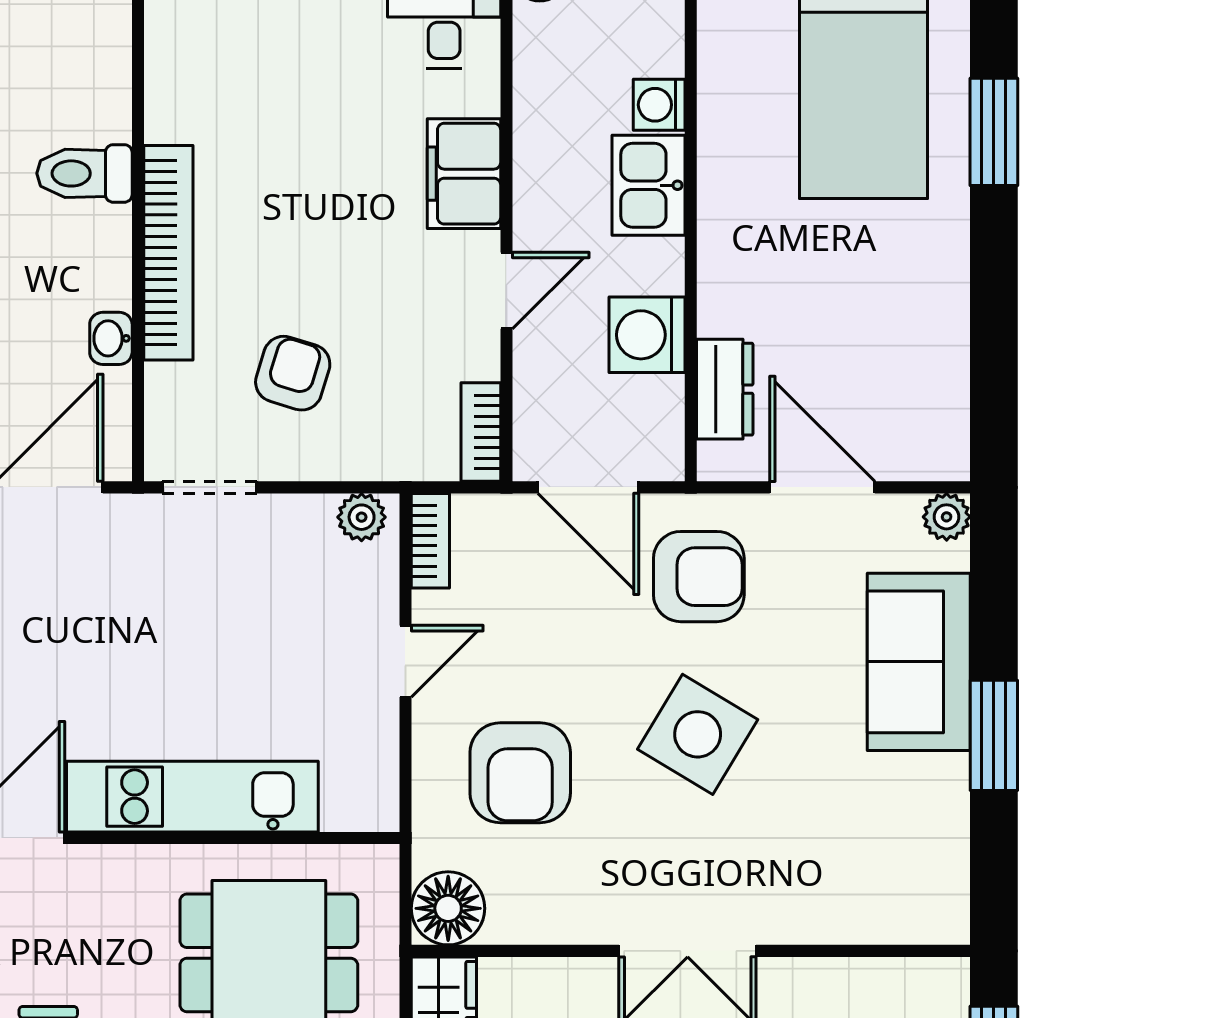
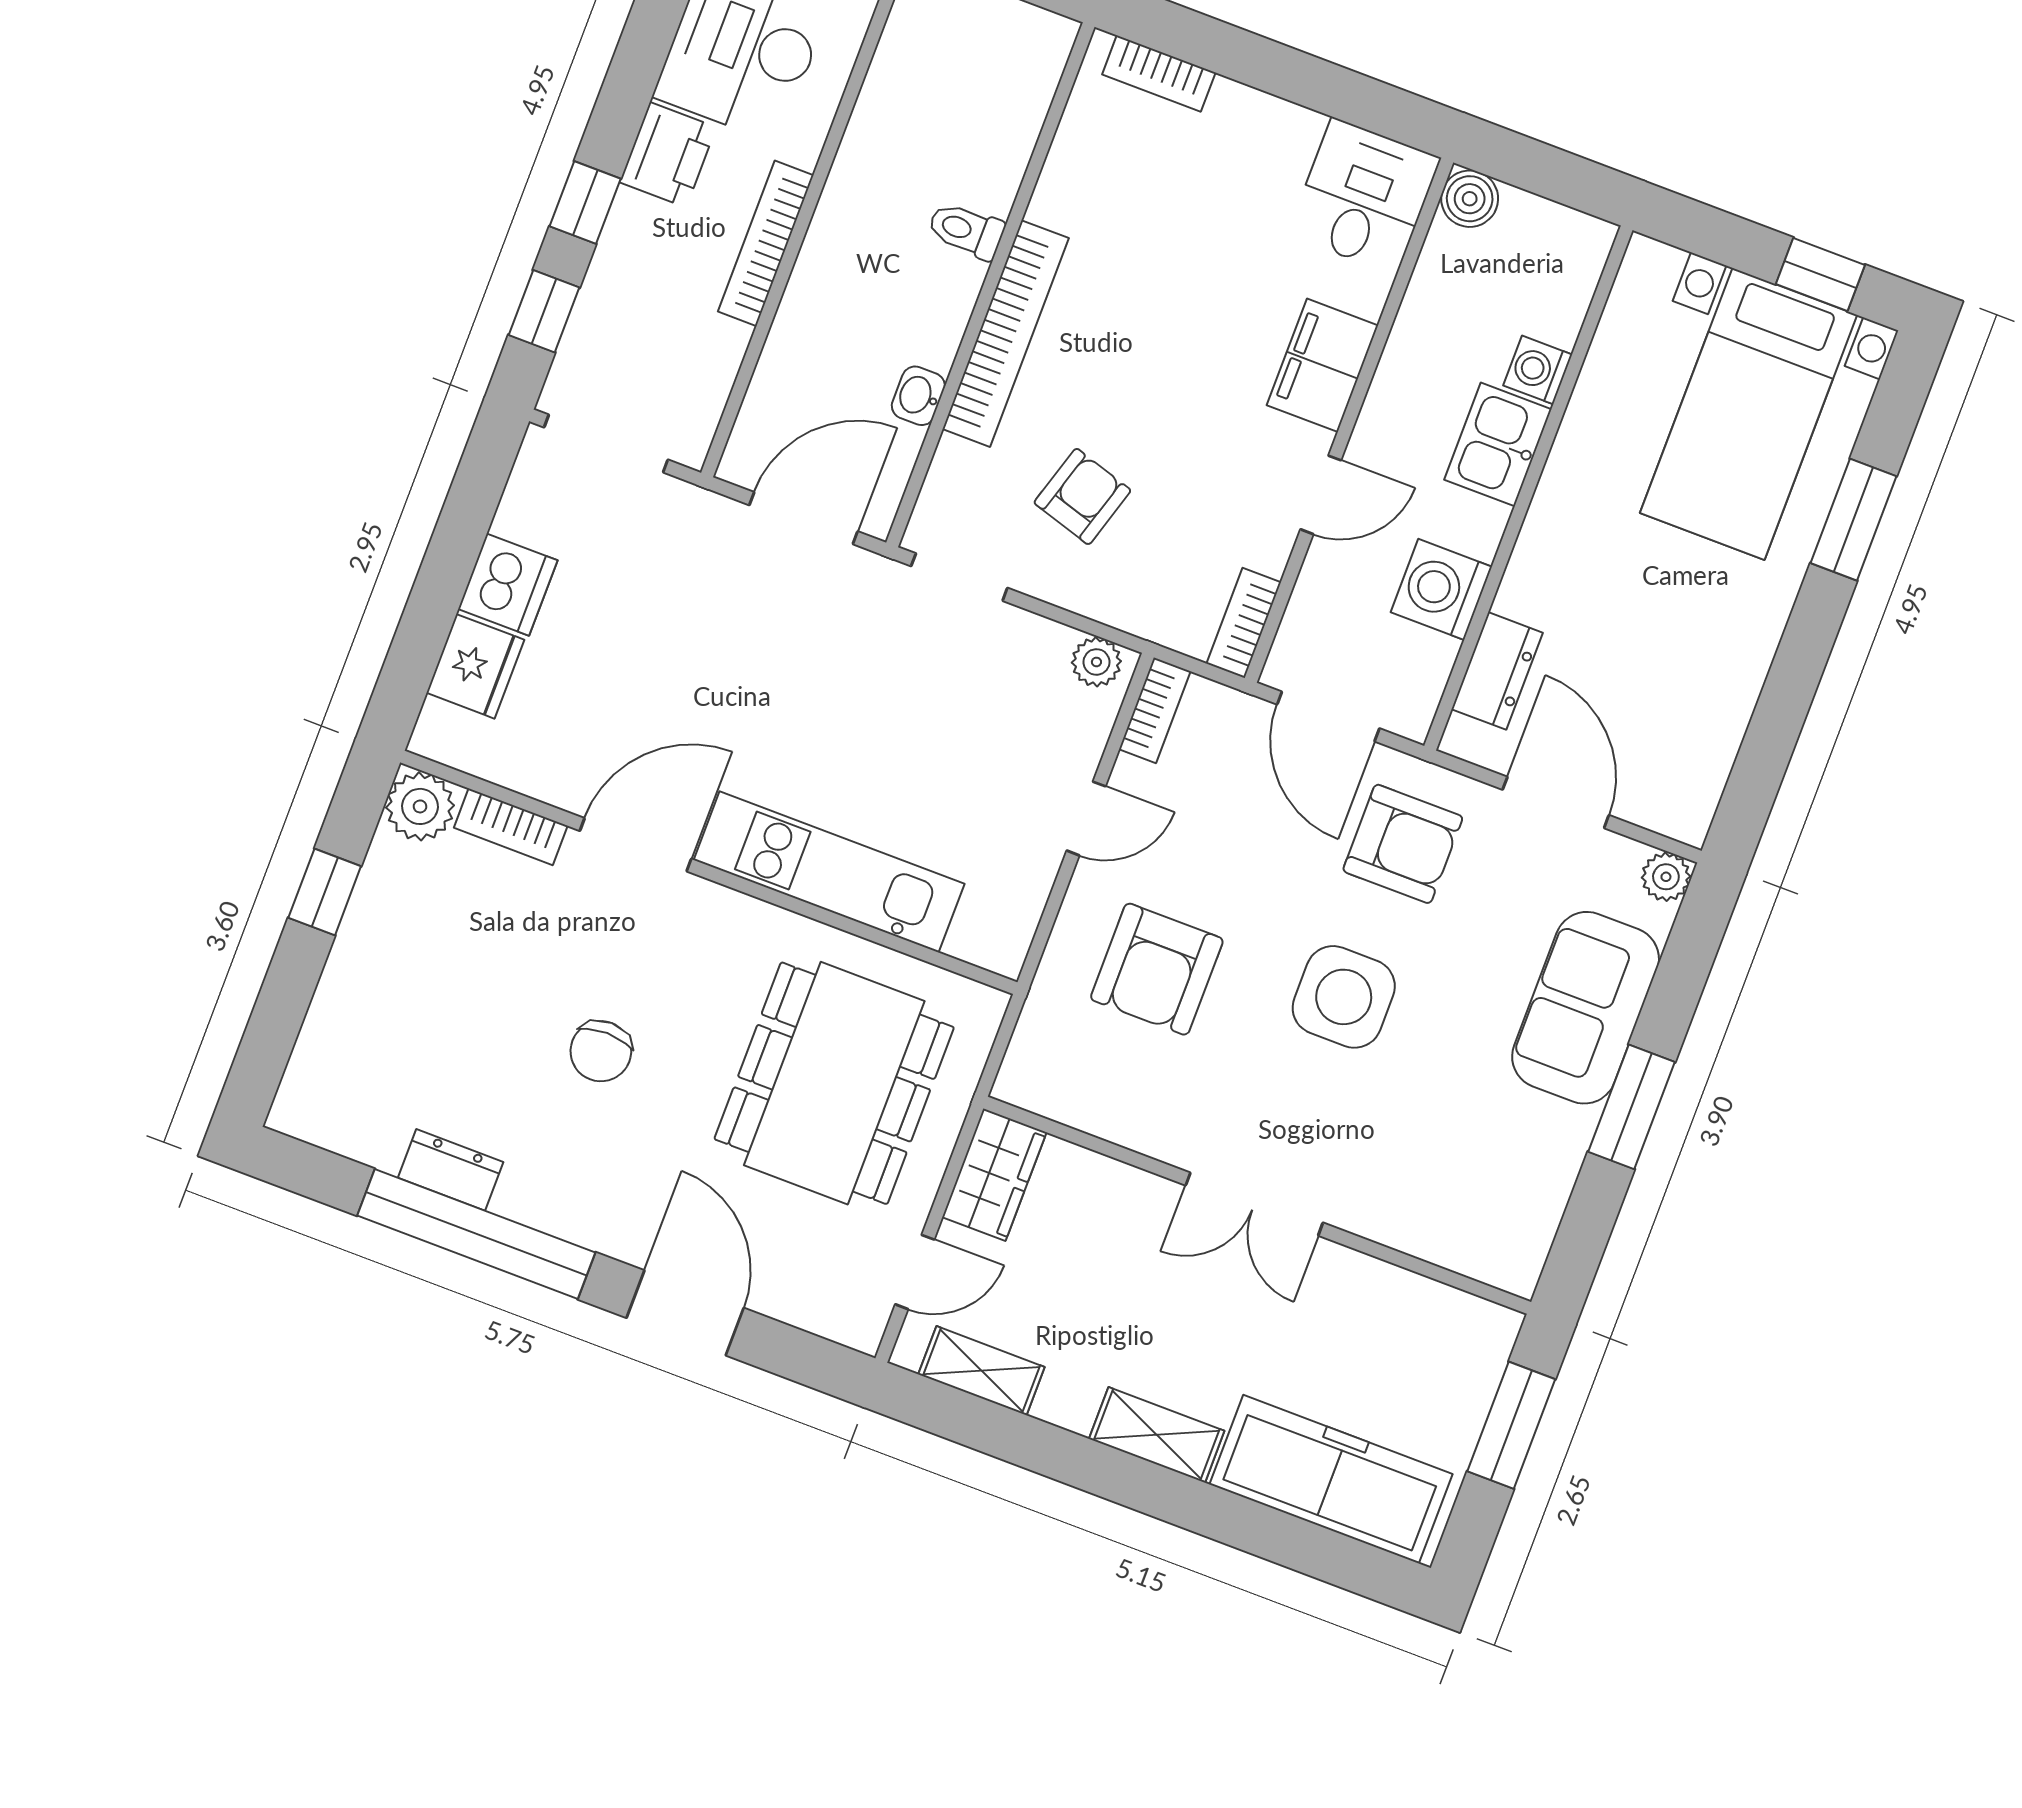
toilet: (85, 173) -> (966, 230), width x0.73, depth x0.72
side table: (698, 734) -> (1344, 997), turned -31
floor lamp: (448, 908) -> (1037, 1075), removed

